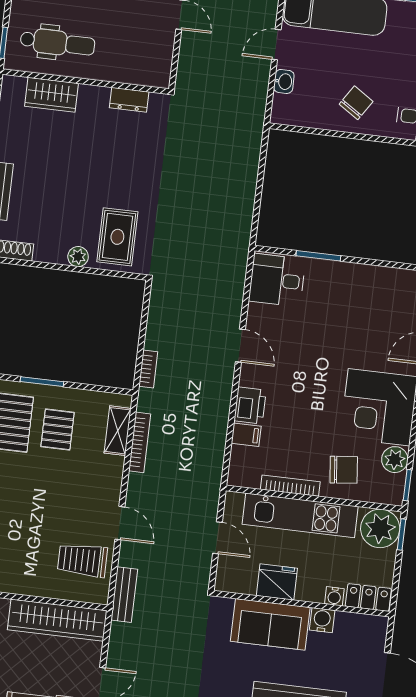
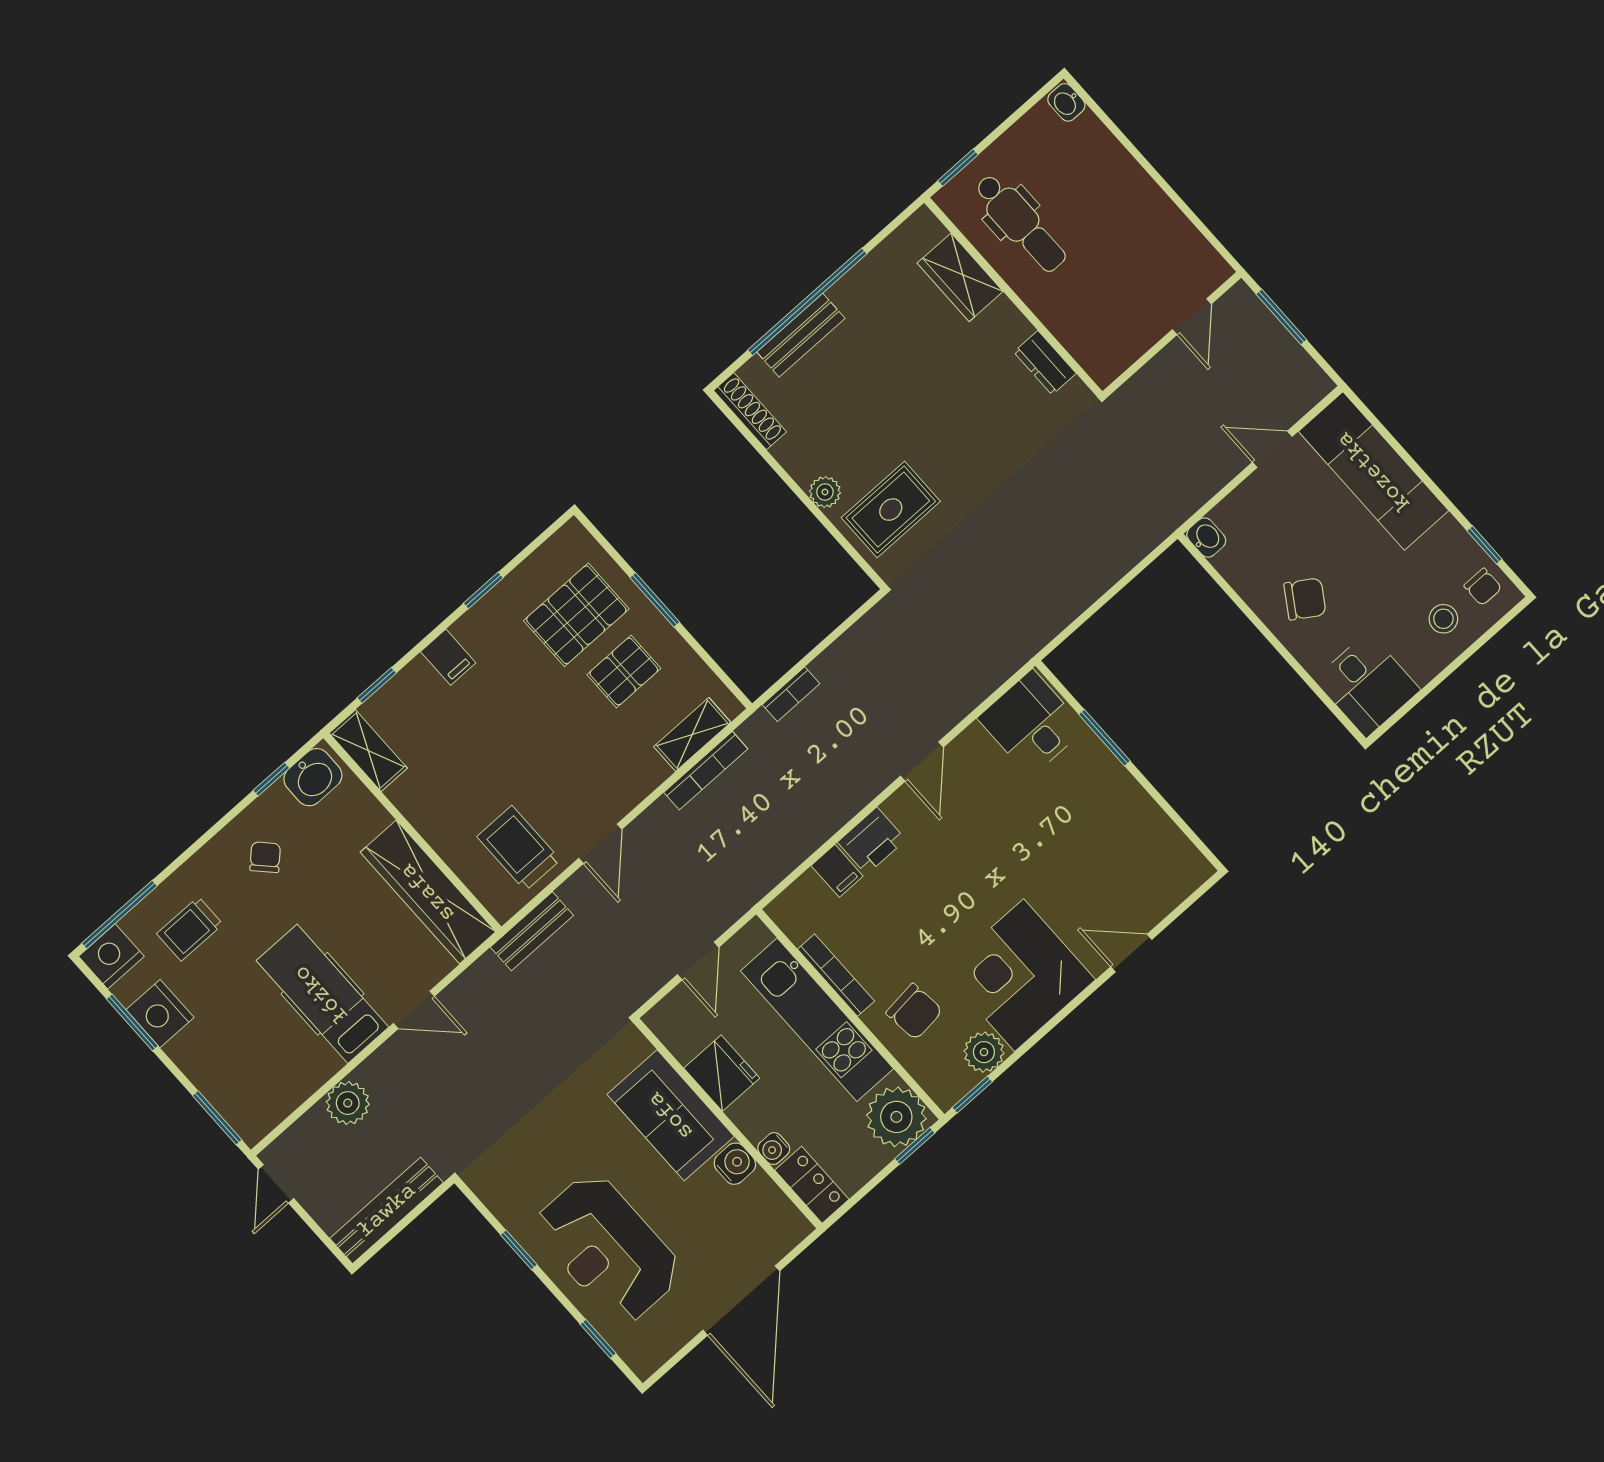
washbasin: (284, 81) -> (1206, 537), moved, turned -90

